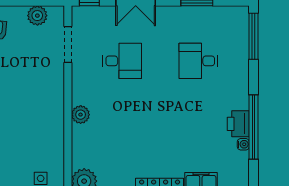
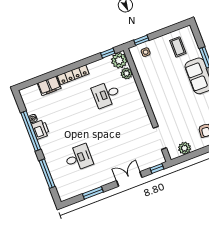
window: (253, 36) -> (47, 174), moved
desk: (122, 61) -> (106, 94), moved
plant: (81, 115) -> (127, 73), moved

